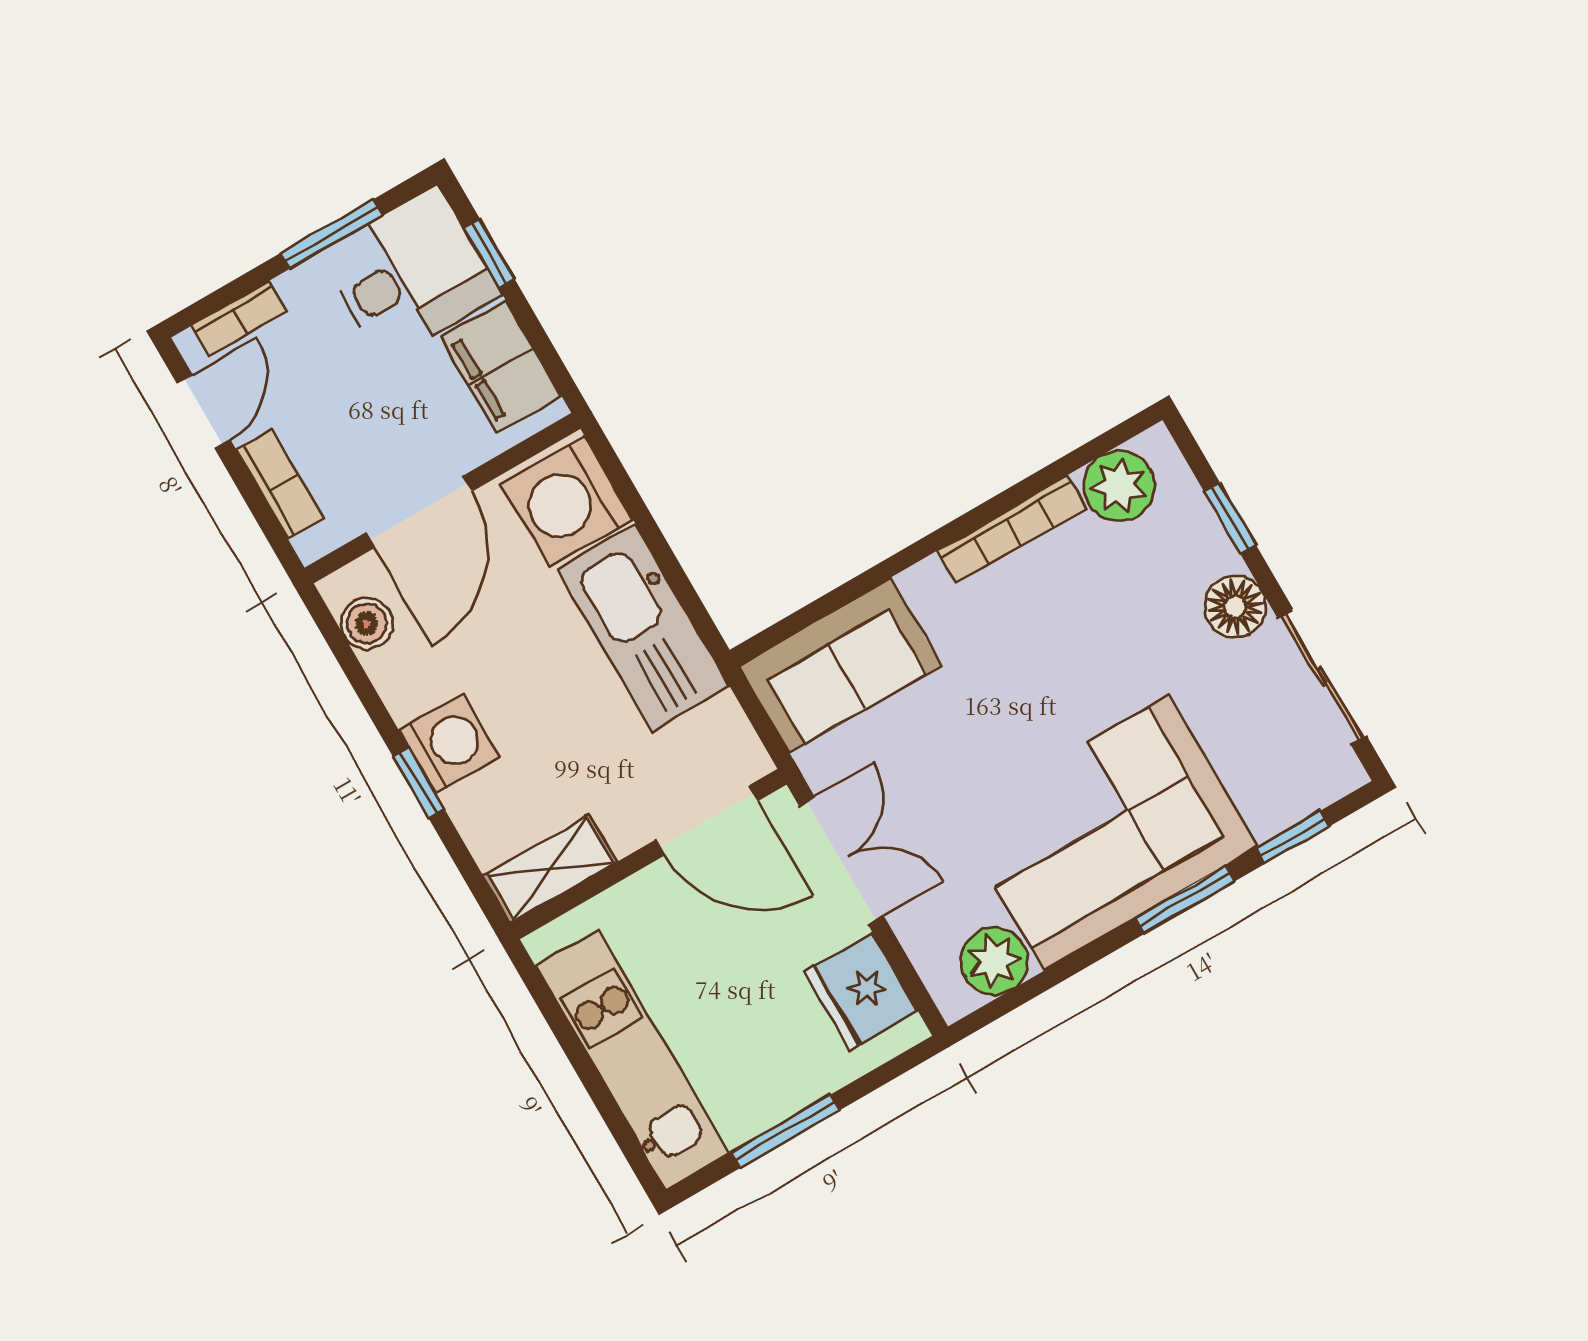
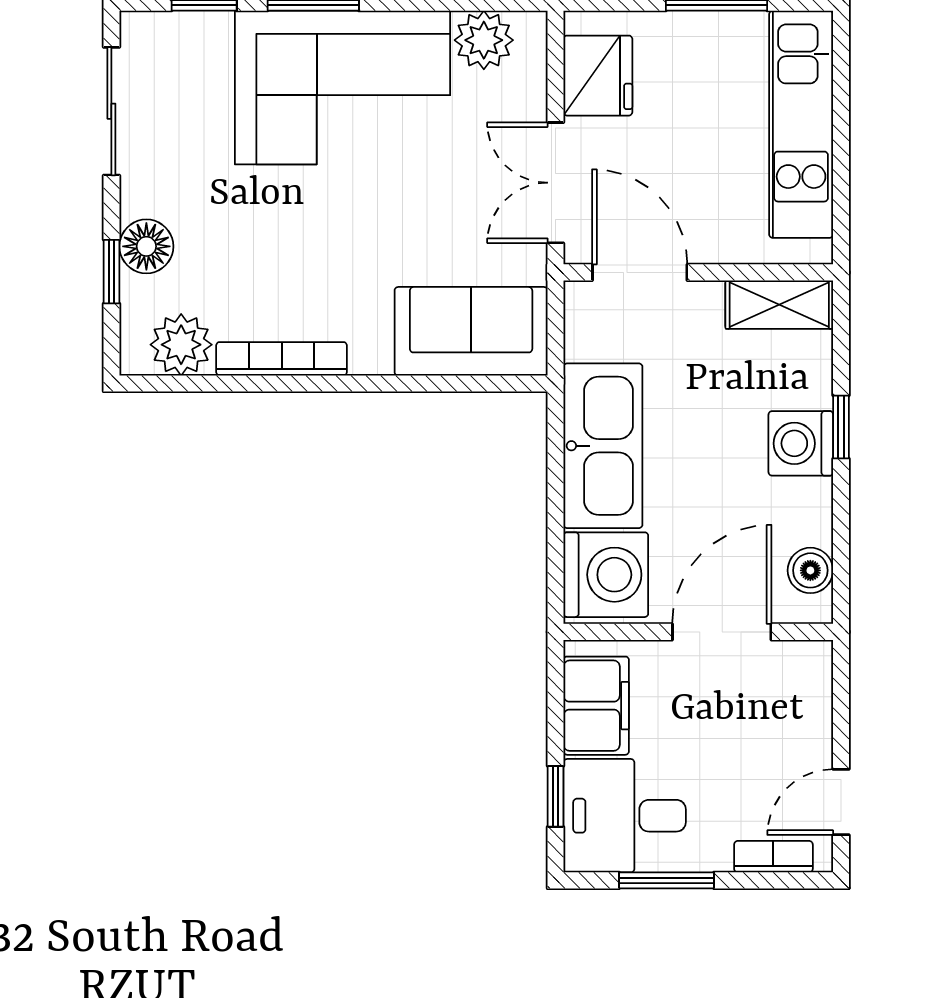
bookcase: (280, 484) -> (815, 714), removed
floor lamp: (1235, 607) -> (146, 246), moved

